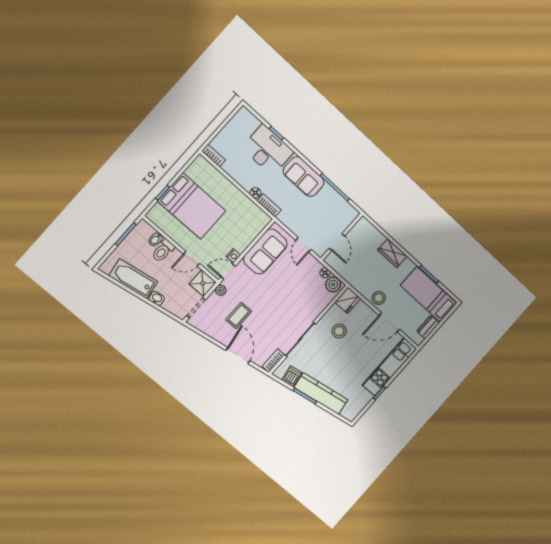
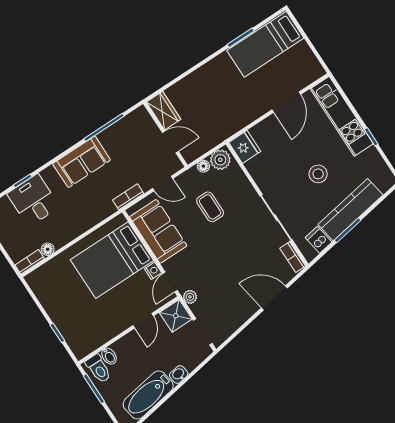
desk: (268, 150) -> (33, 200), width x0.73
floor lamp: (255, 193) -> (48, 249), moved
bookcase: (269, 205) -> (128, 197), moved
bed: (192, 206) -> (112, 260), moved, turned 180
toilet: (163, 251) -> (98, 369), moved
wardrobe: (392, 253) -> (164, 111), moved, turned -90
stool: (379, 298) -> (252, 108), removed
coffee table: (239, 315) -> (210, 207), moved
dresser: (428, 327) -> (306, 55), removed
stool: (339, 331) -> (318, 174), moved

